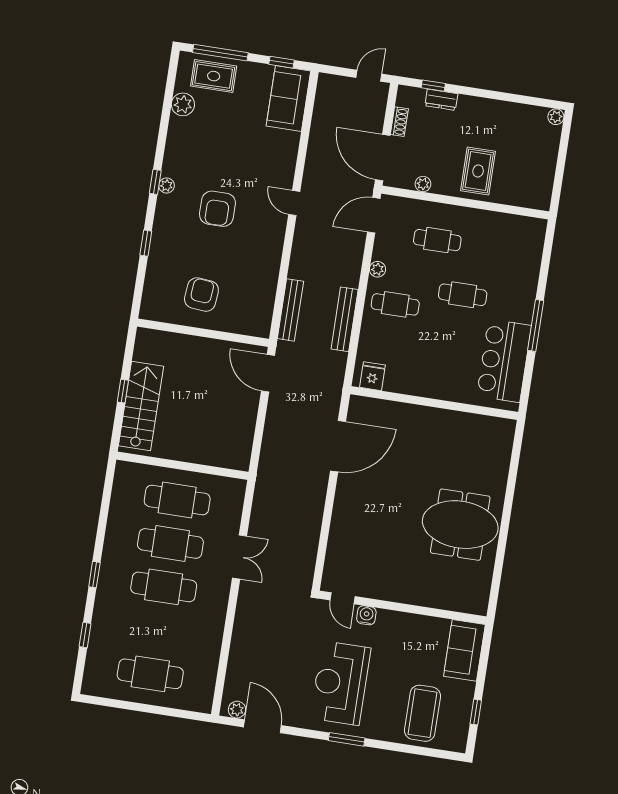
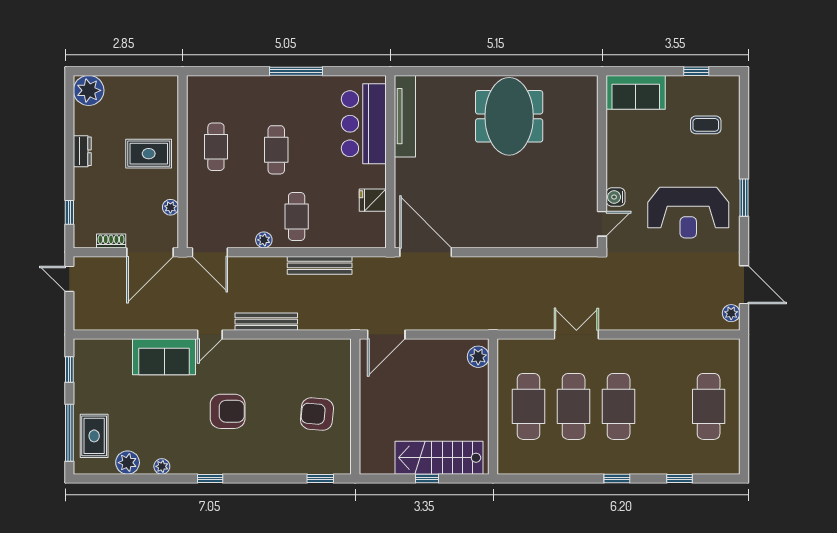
sofa: (288, 98) -> (164, 357), moved
dresser: (441, 100) -> (82, 151), moved
plant: (556, 117) -> (89, 90), width x1.88, depth x1.88
plant: (167, 186) -> (162, 466), moved
cafe table: (437, 240) -> (216, 147), moved
window: (146, 243) -> (320, 478), moved
bench: (290, 310) -> (266, 322), moved
bar counter: (504, 361) -> (364, 124), moved, turned 90
fridge: (372, 376) -> (373, 200), moved
tv unit: (476, 424) -> (405, 116), added
door: (338, 446) -> (426, 252), moved
plant: (233, 459) -> (478, 357), added
coffee table: (423, 713) -> (706, 125), width x0.54, depth x0.58
door: (262, 726) -> (744, 285), swing flipped

